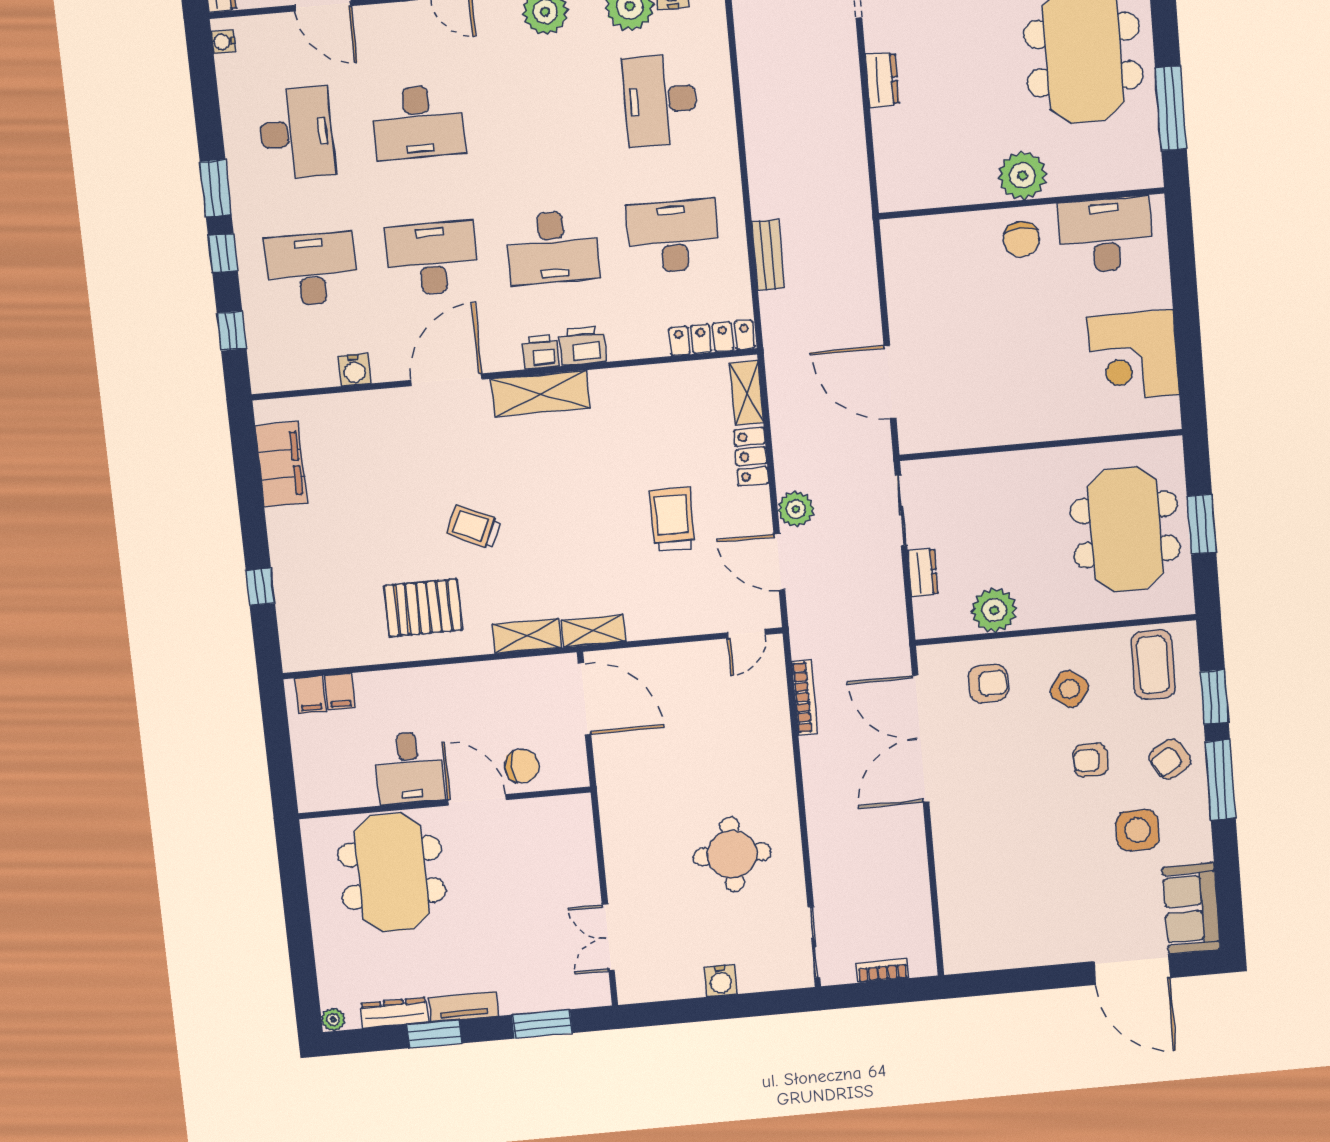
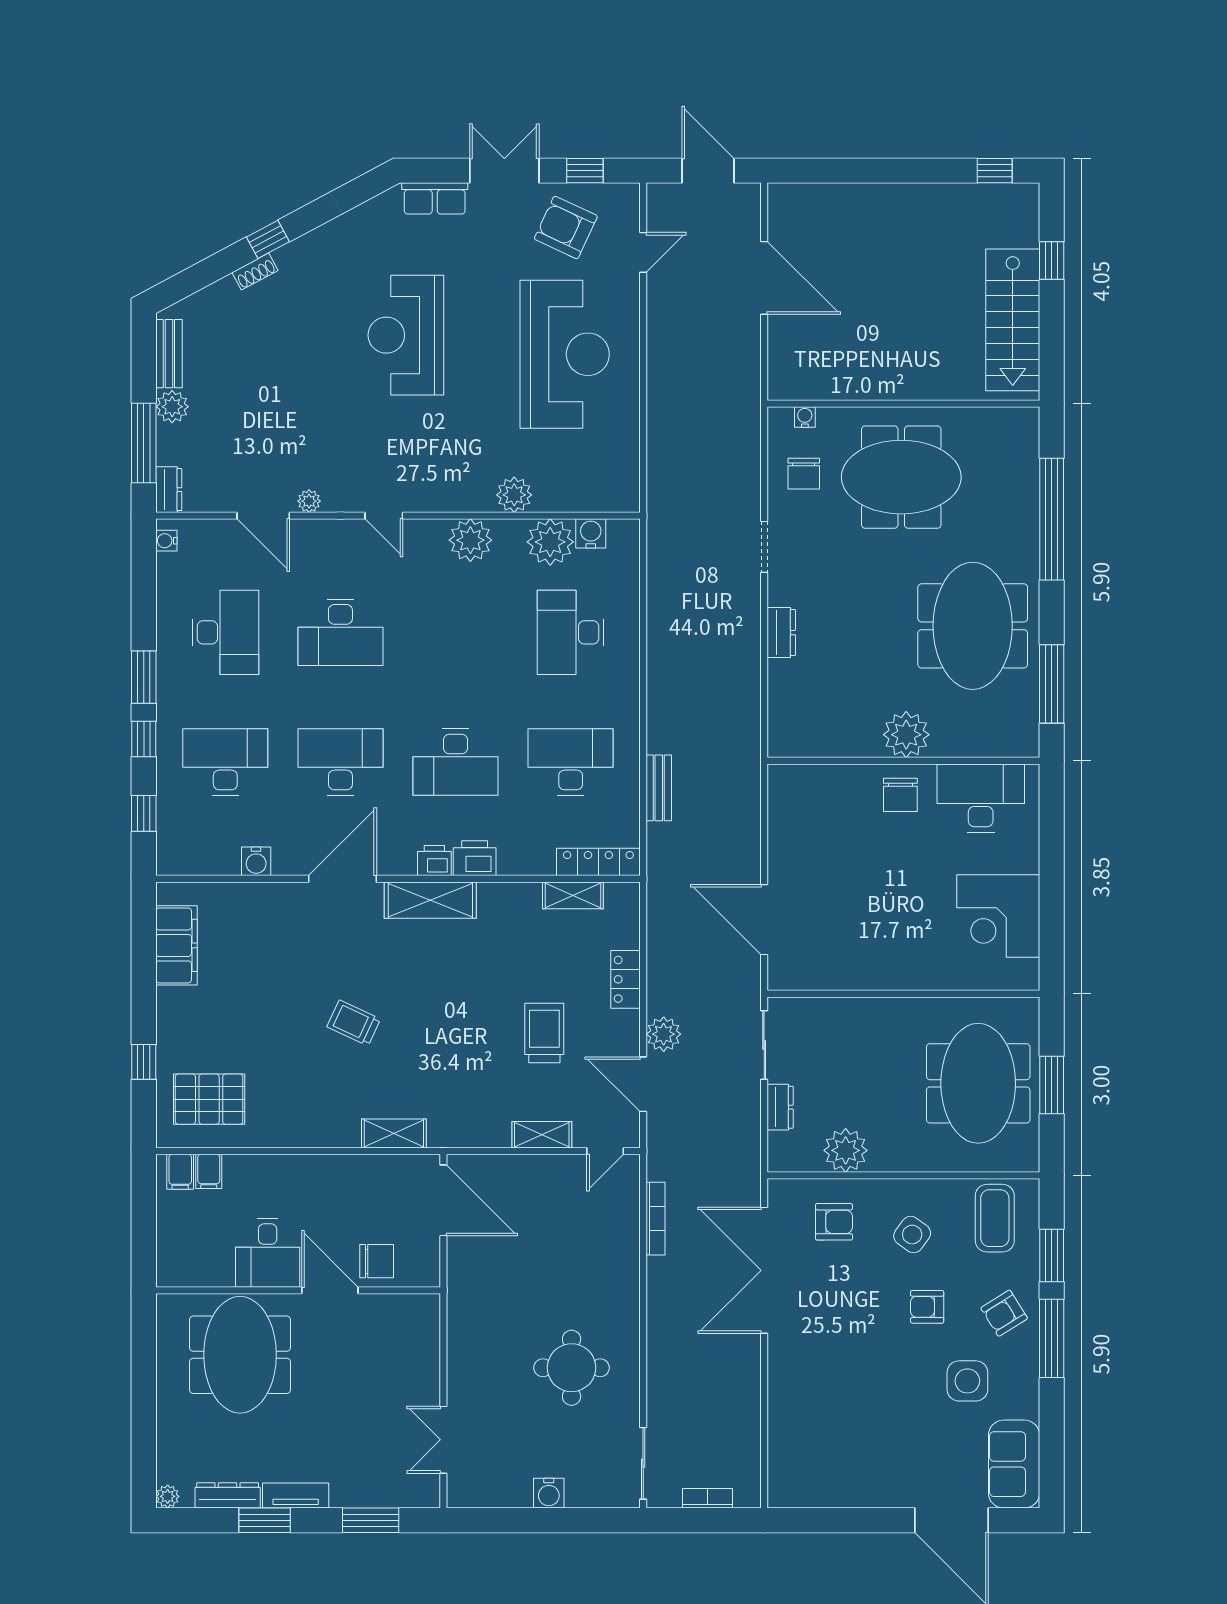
shelving: (747, 393) -> (573, 895), moved, turned 90
pallet: (423, 608) -> (209, 1099), moved
shelving: (593, 631) -> (542, 1135), moved

